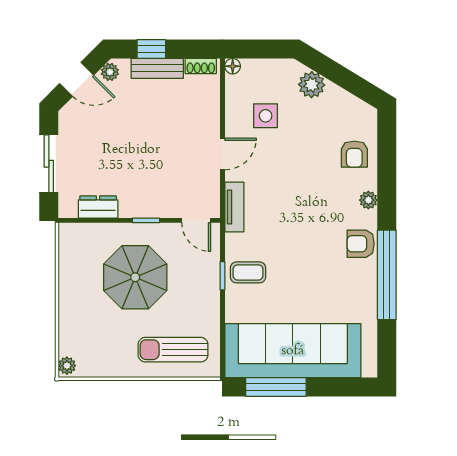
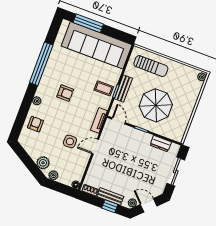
plant: (283, 68) -> (53, 175), added
side table: (266, 116) -> (70, 141), moved
armchair: (361, 244) -> (65, 93), moved
bench: (210, 286) -> (123, 88), added
window: (276, 387) -> (88, 23), moved

